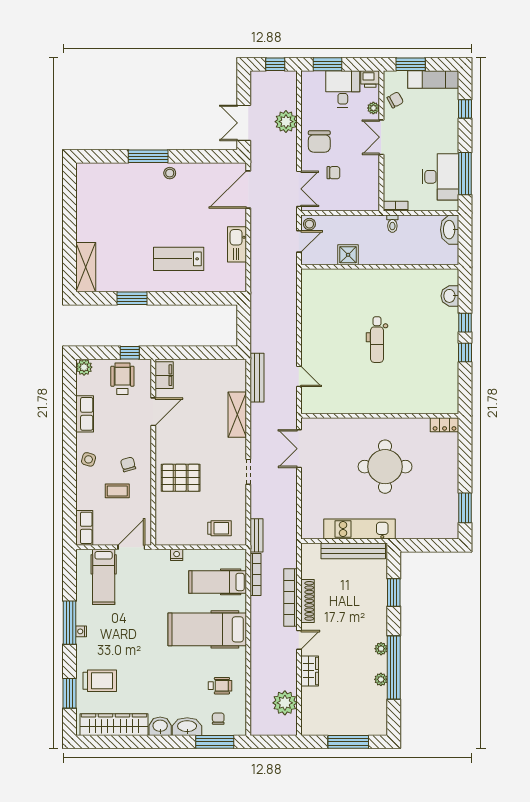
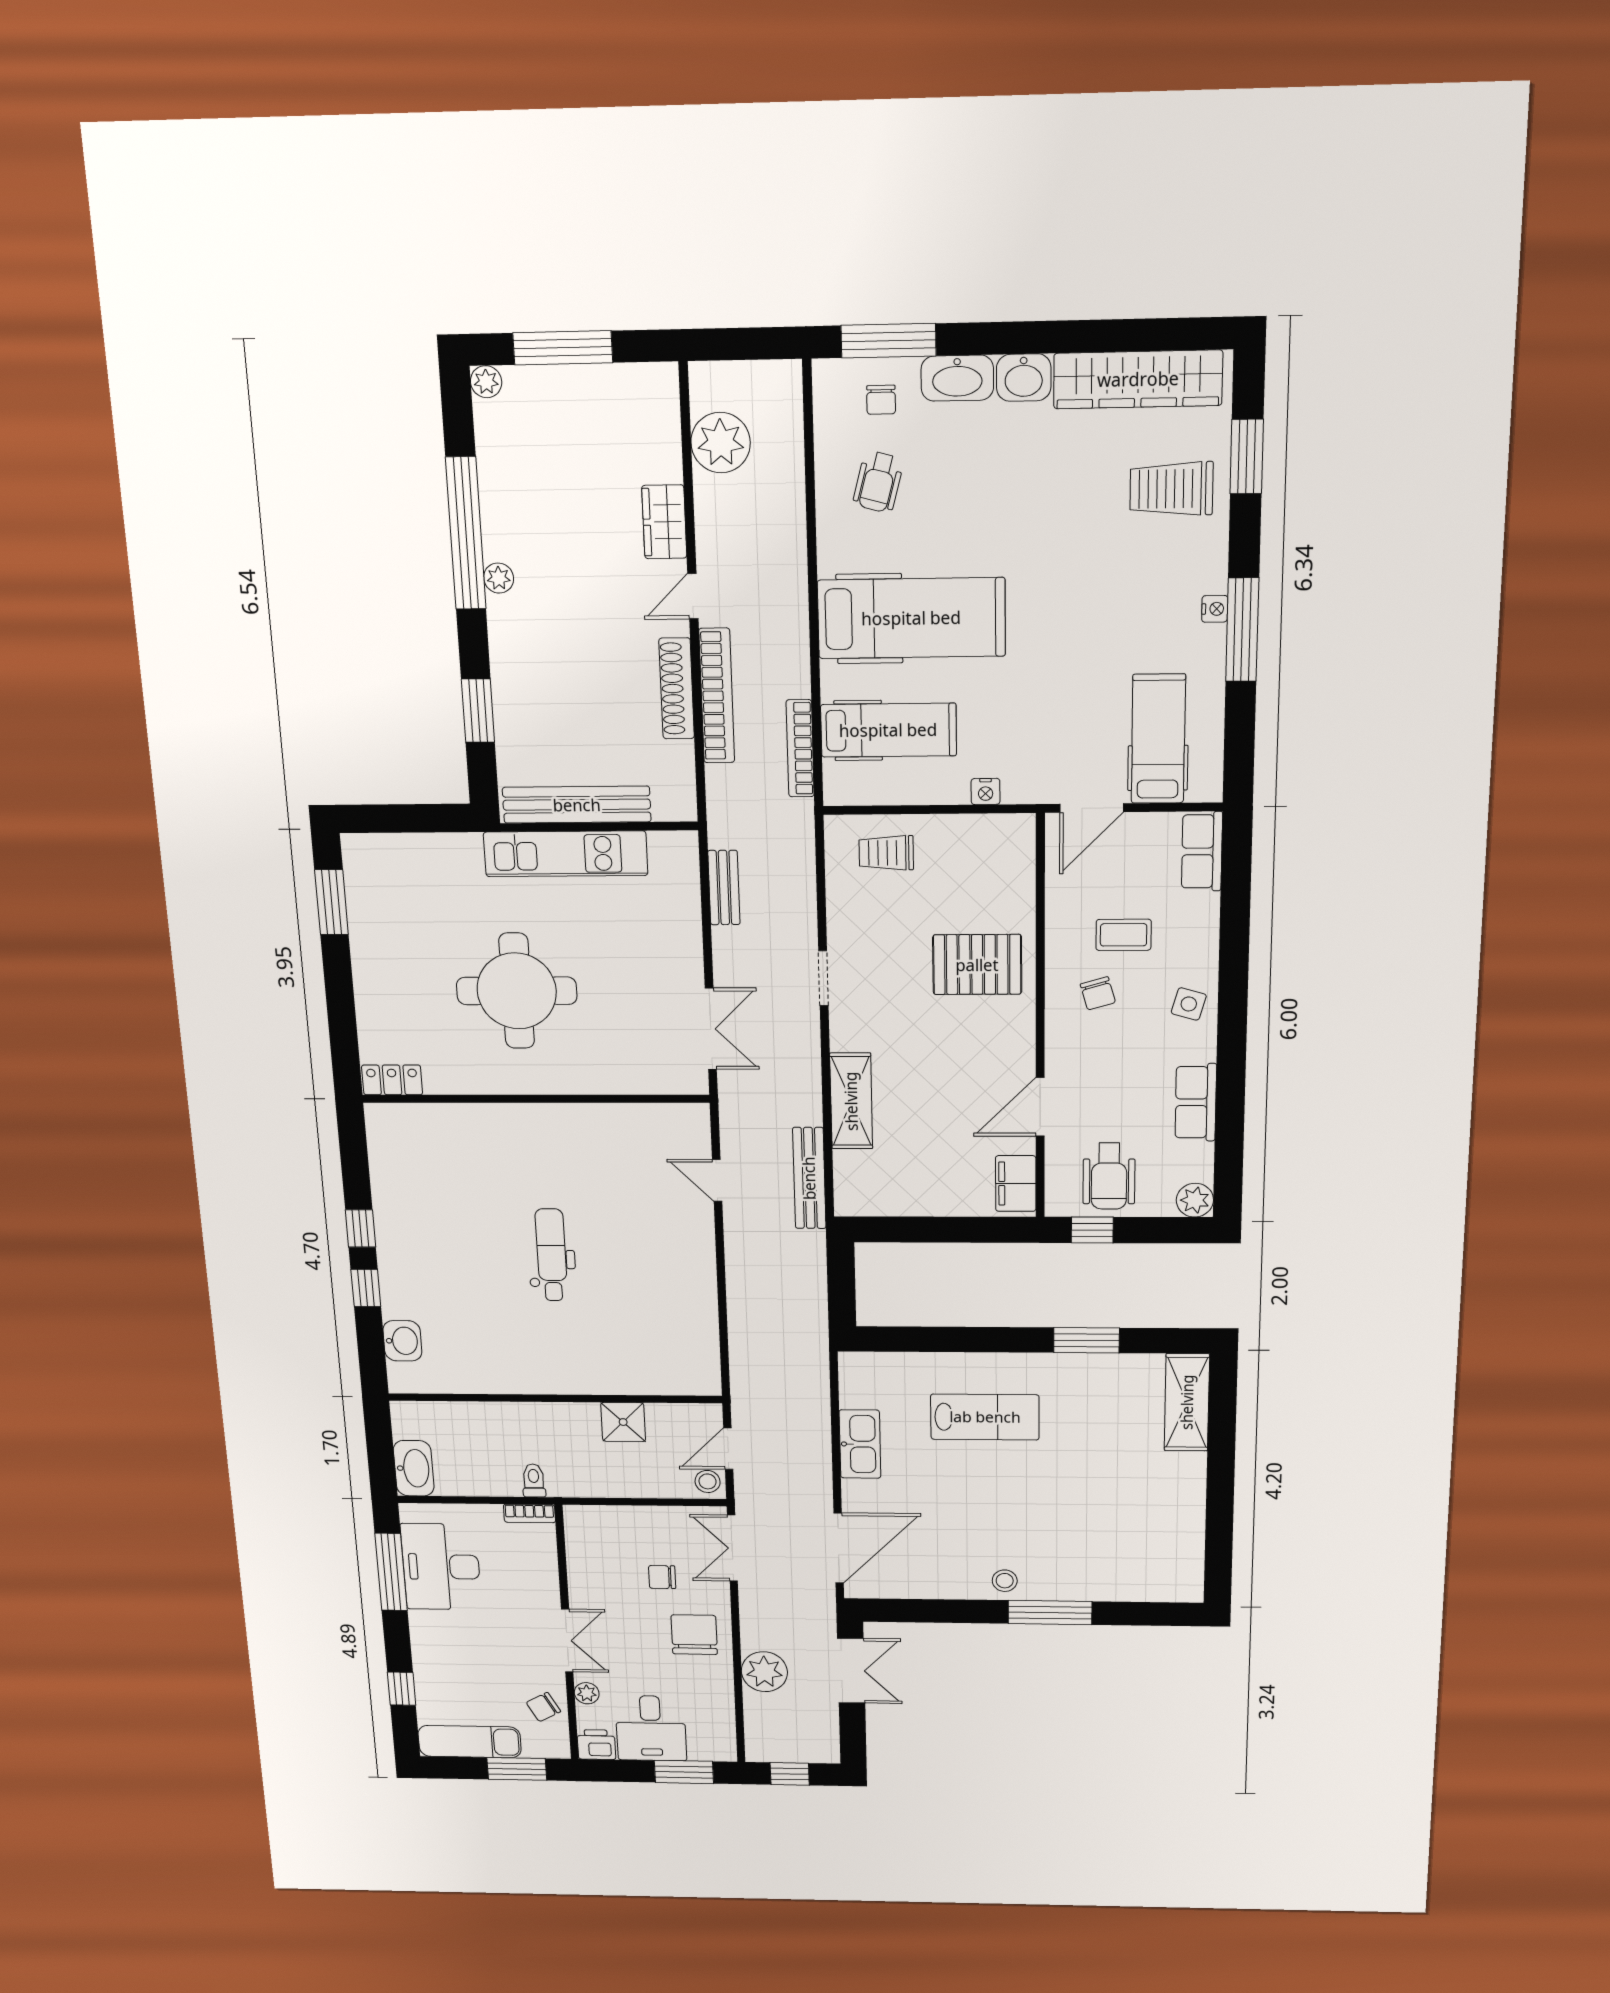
bench: (257, 535) -> (724, 888), moved
plant: (381, 679) -> (486, 382), moved
wheelchair: (220, 686) -> (878, 482), turned -75

